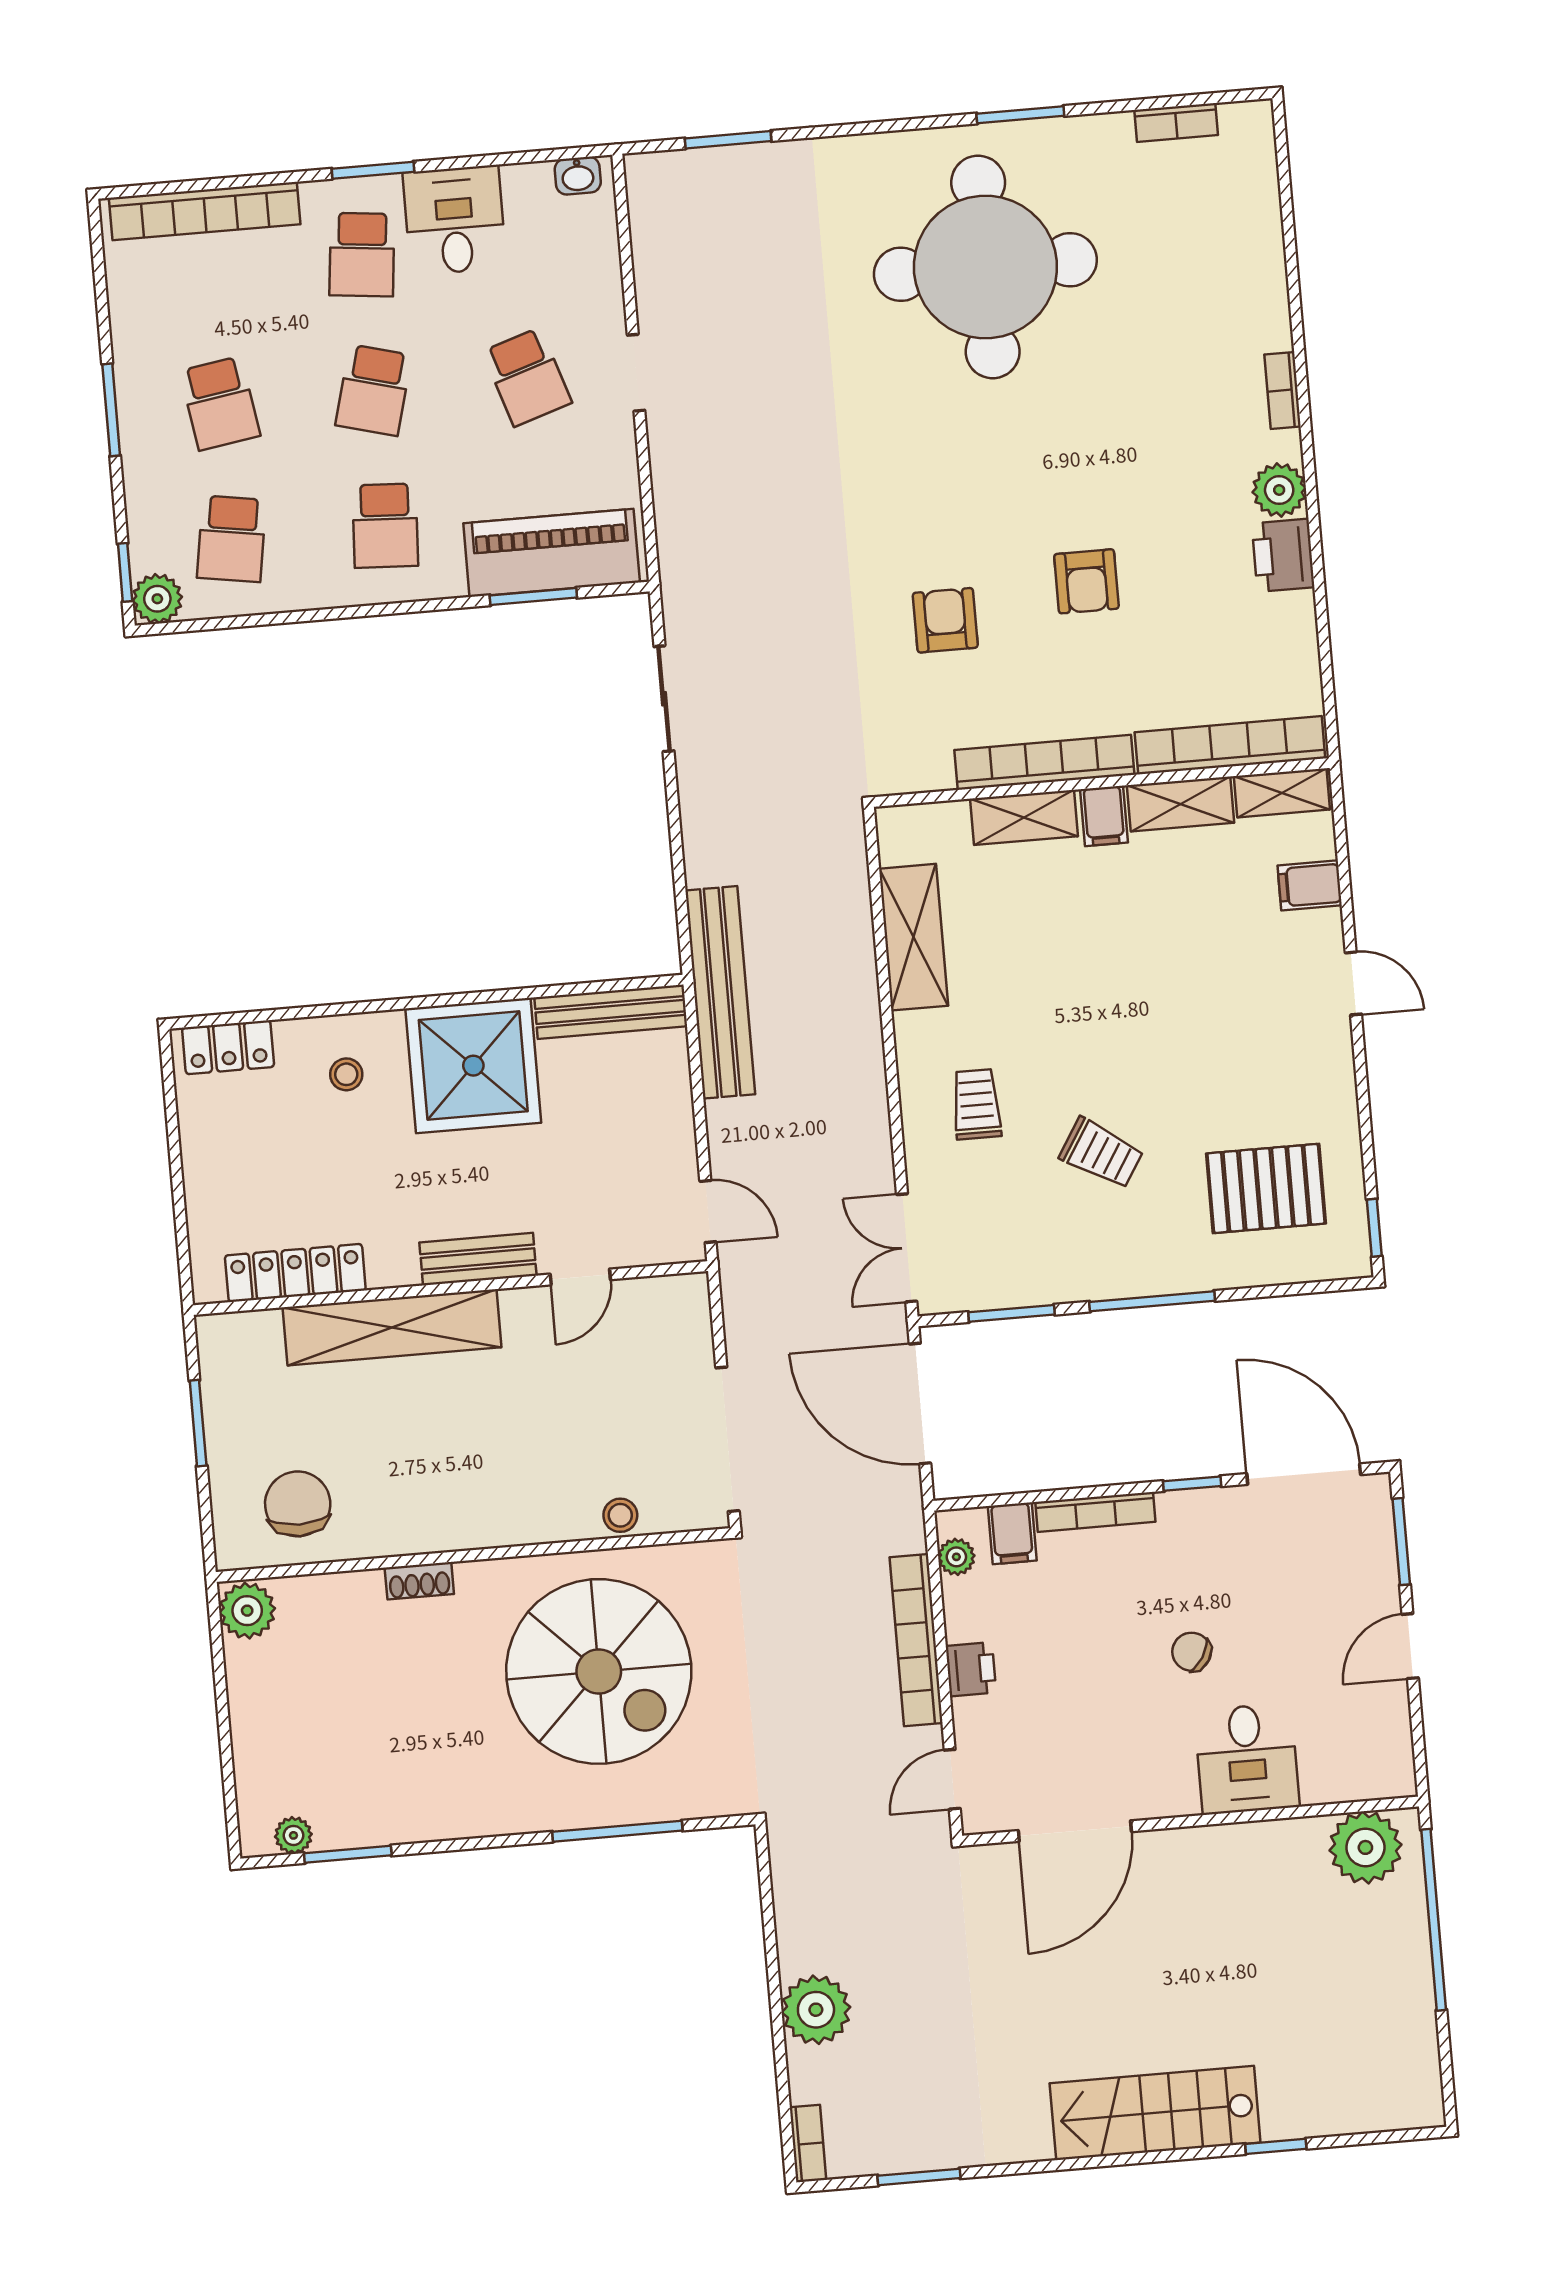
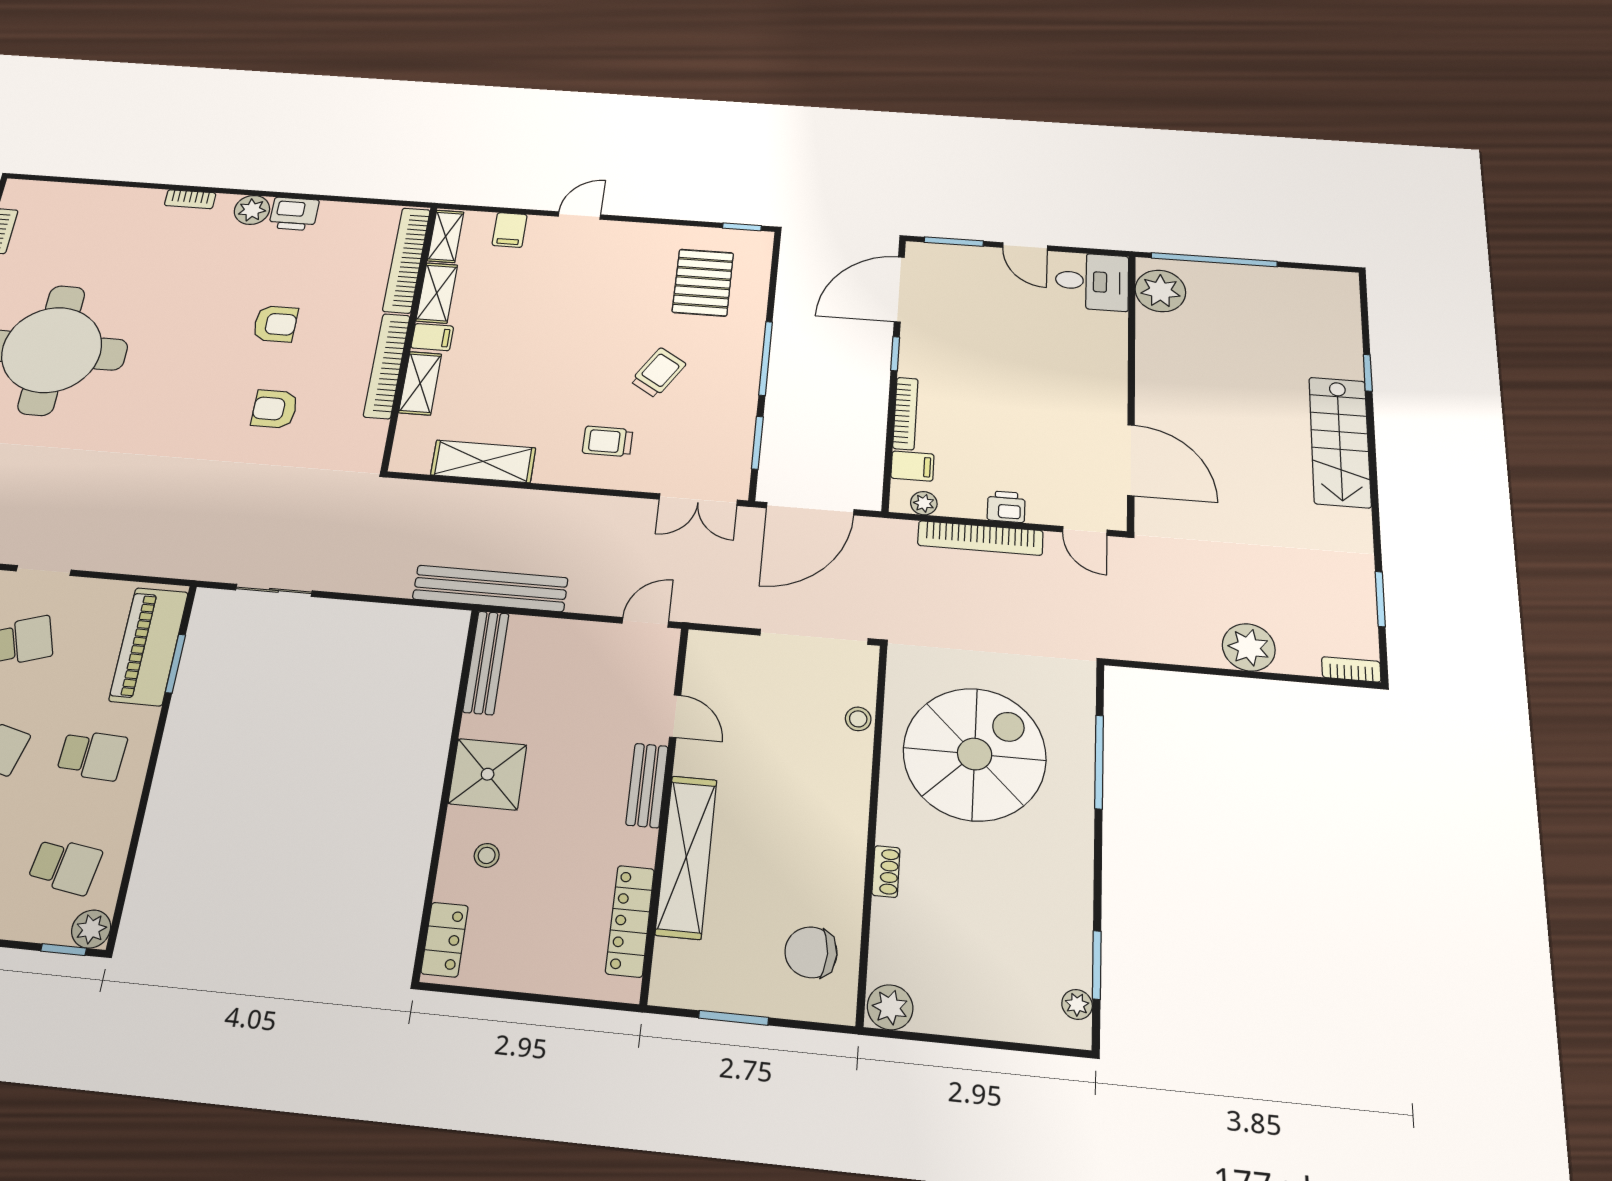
shower: (473, 1066) -> (488, 774), width x0.73, depth x0.73
chair: (1192, 1652) -> (1012, 371), removed
desk: (1247, 1759) -> (1092, 281), moved

